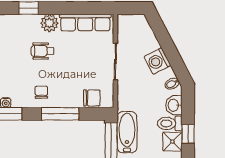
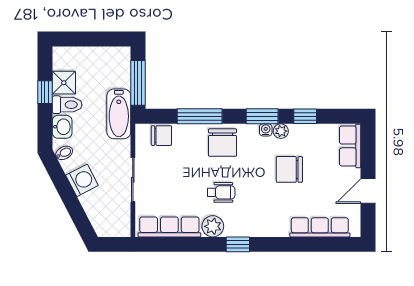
chair: (41, 92) -> (223, 143), width x1.87, depth x1.87
chair: (92, 98) -> (161, 136), turned 180
bathtub: (127, 132) -> (119, 114), moved

